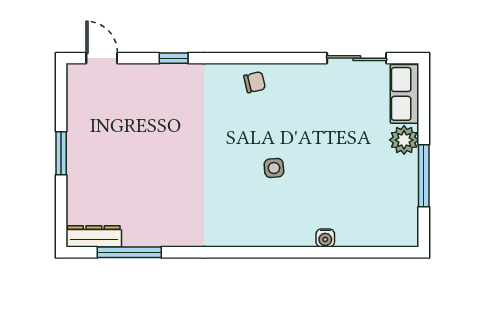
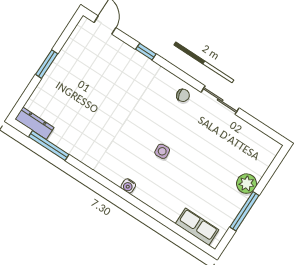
sliding door: (357, 58) -> (220, 100), moved
row of seats: (405, 94) -> (197, 227), moved, turned 90
water cooler: (325, 238) -> (128, 186), moved

